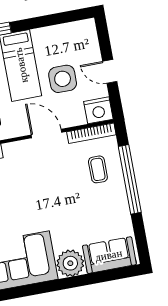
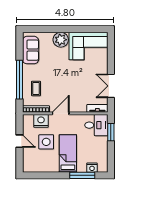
nightstand: (98, 110) -> (41, 121), moved
door: (46, 134) -> (61, 113), swing flipped
sofa: (109, 255) -> (31, 50), moved, turned -90

